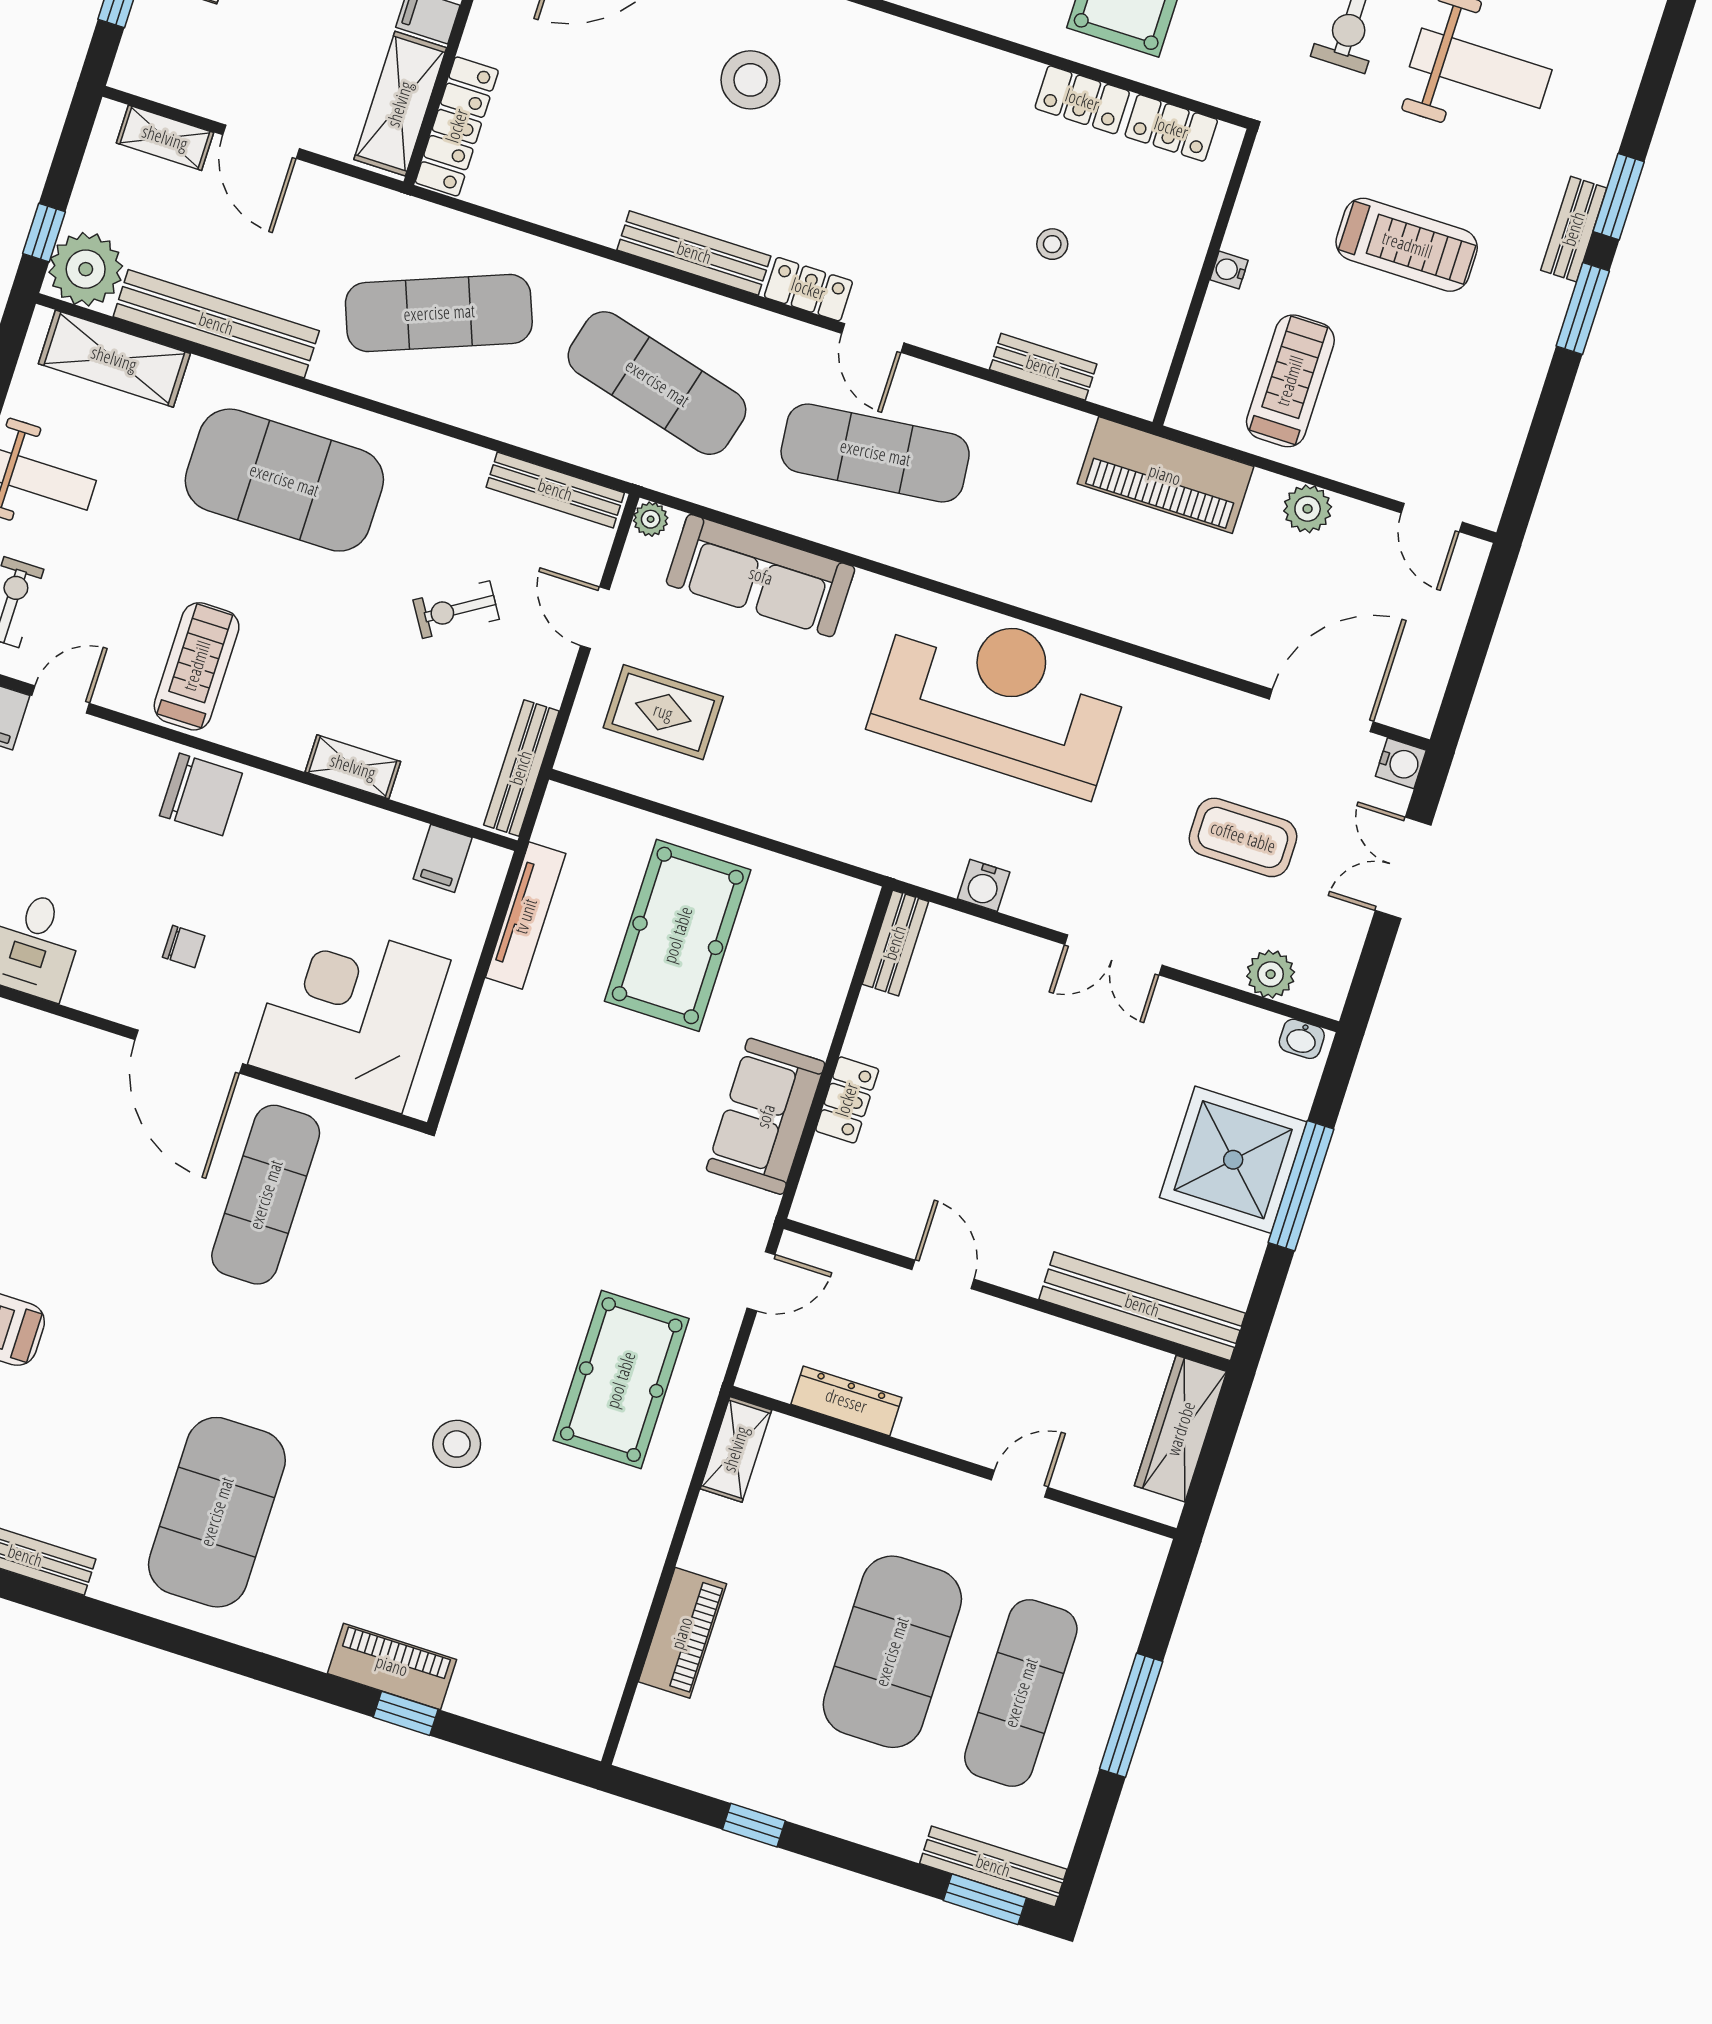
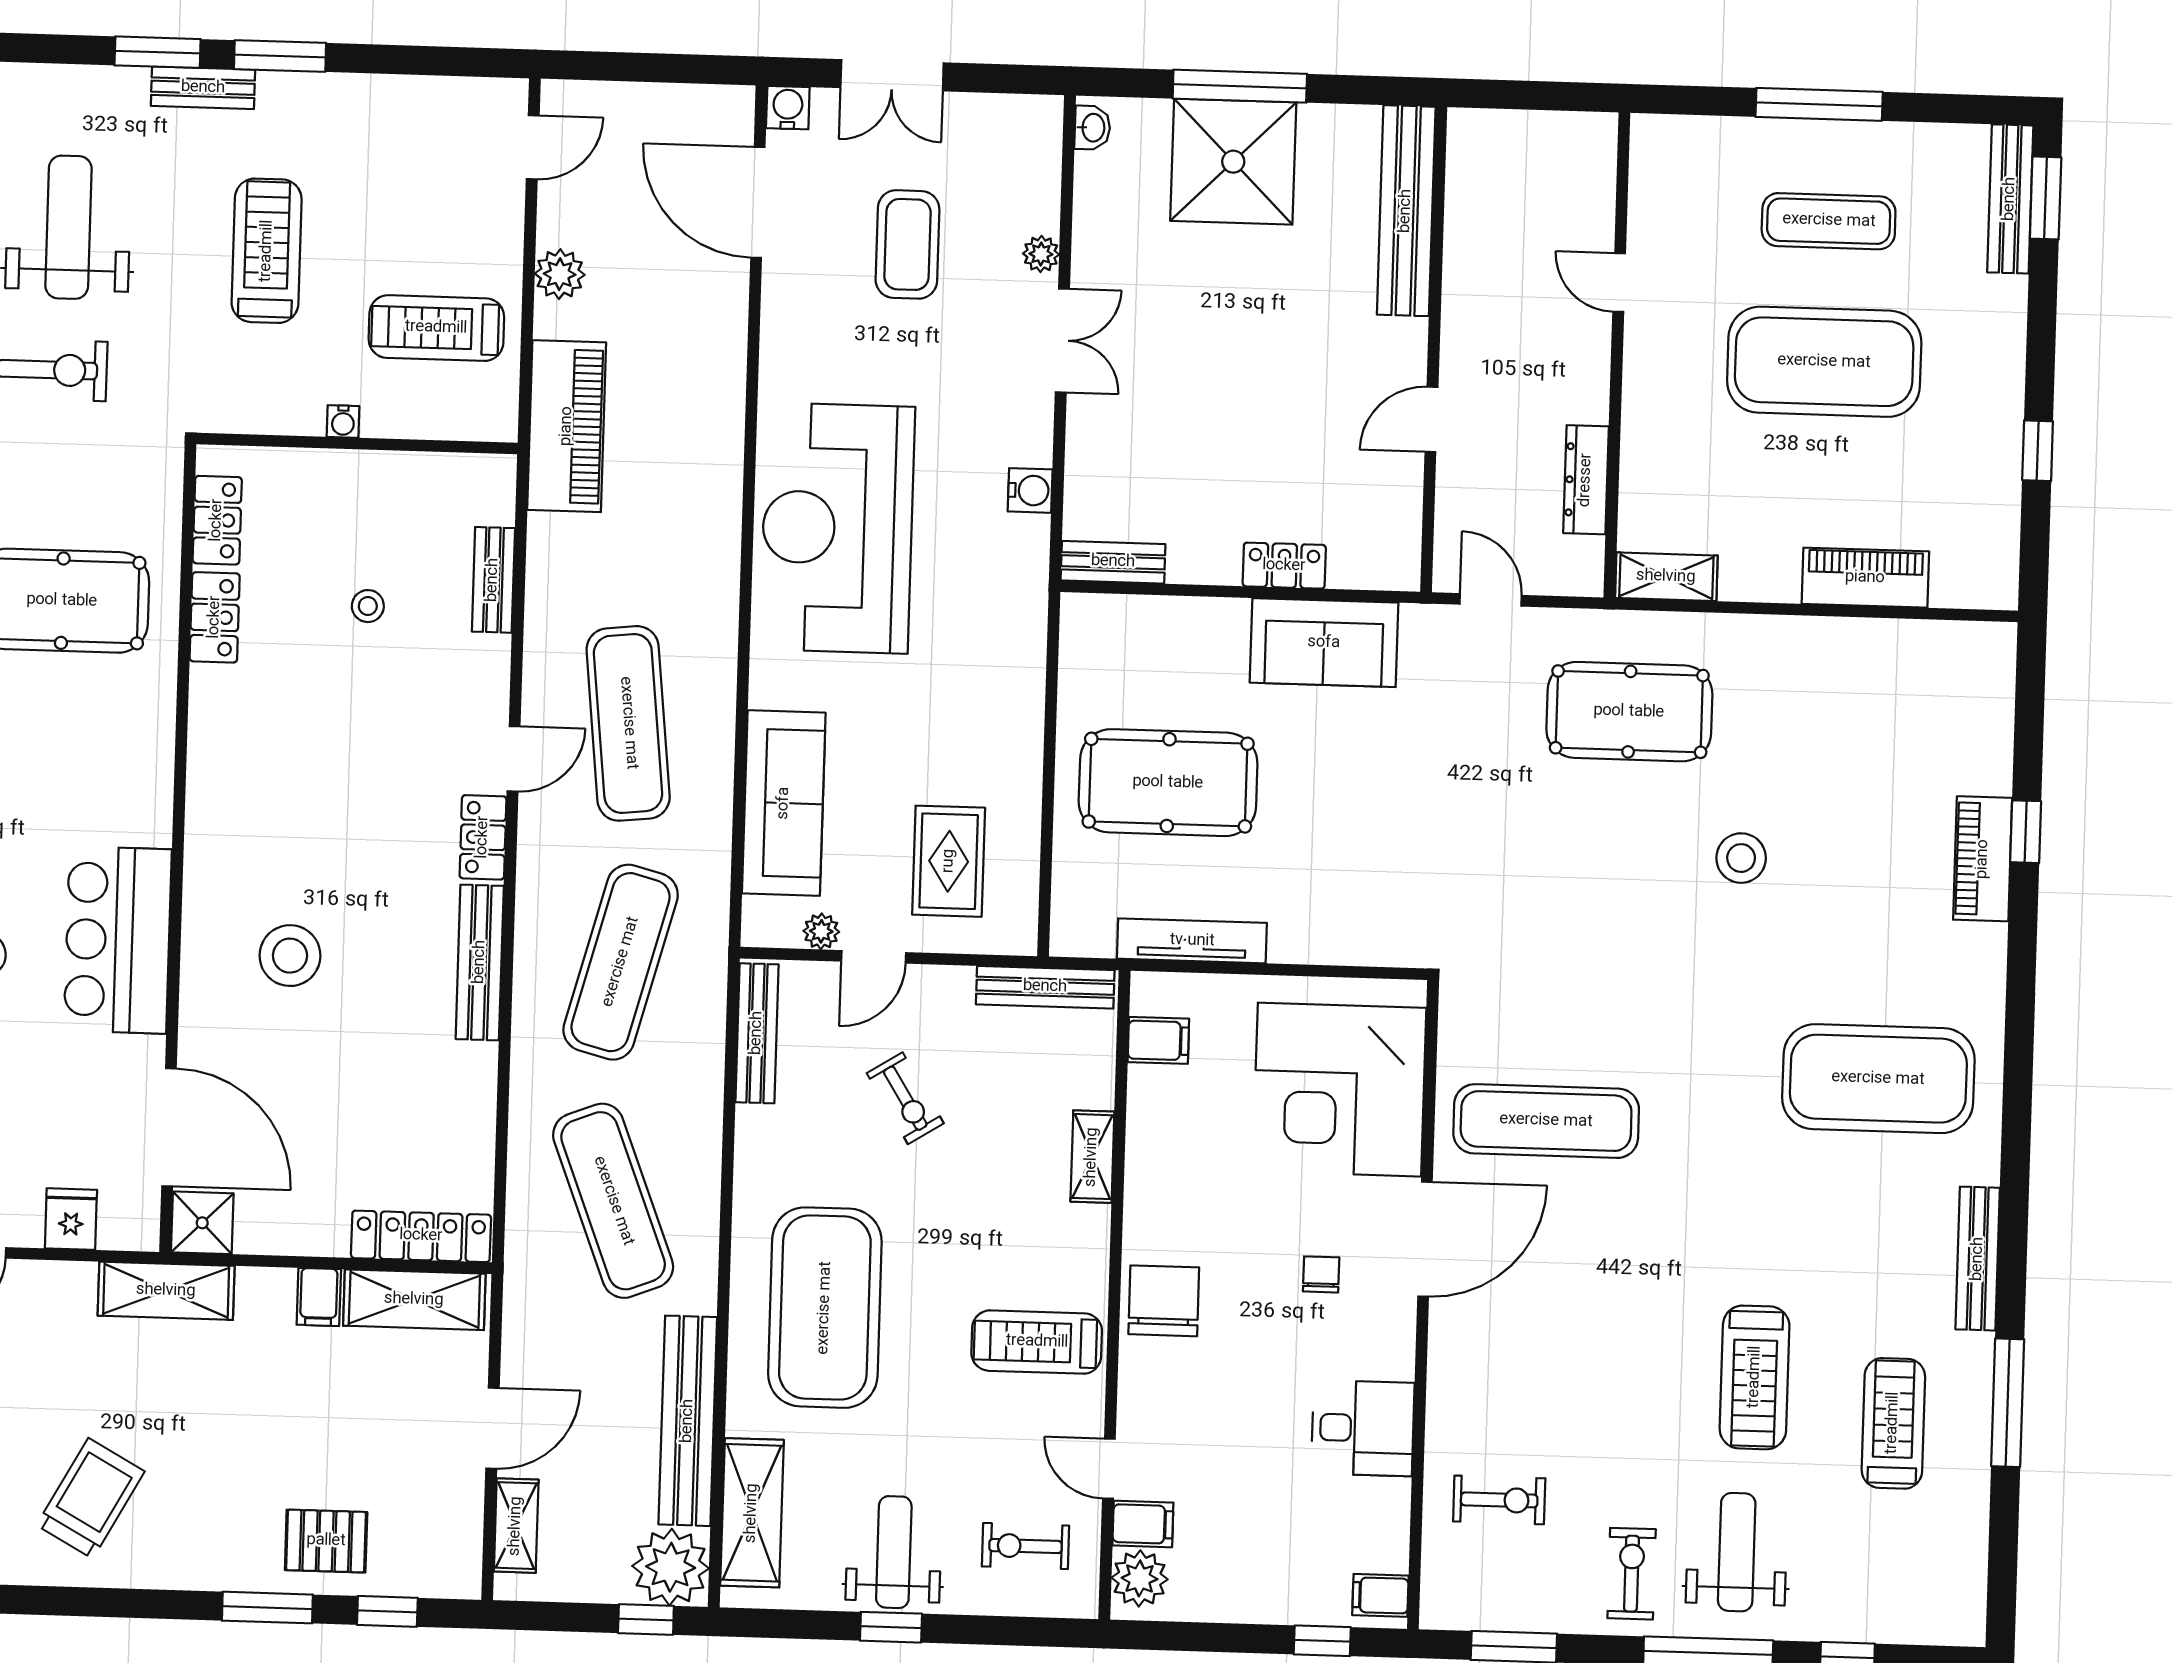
plant: (651, 519) -> (821, 931), moved
plant: (1271, 974) -> (1041, 254), moved, width x0.73, depth x0.73
wardrobe: (1181, 1429) -> (1518, 137), removed
exercise mat: (1021, 1693) -> (1829, 221), width x0.73, depth x0.69

